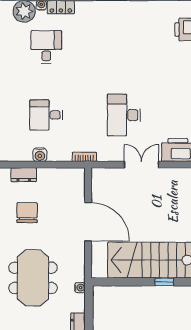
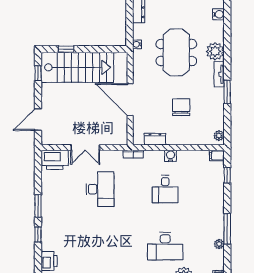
desk: (46, 47) -> (165, 246), width x1.37
desk: (46, 115) -> (165, 189), turned 90
dresser: (24, 175) -> (155, 139), moved
chair: (27, 213) -> (181, 107), turned 180

